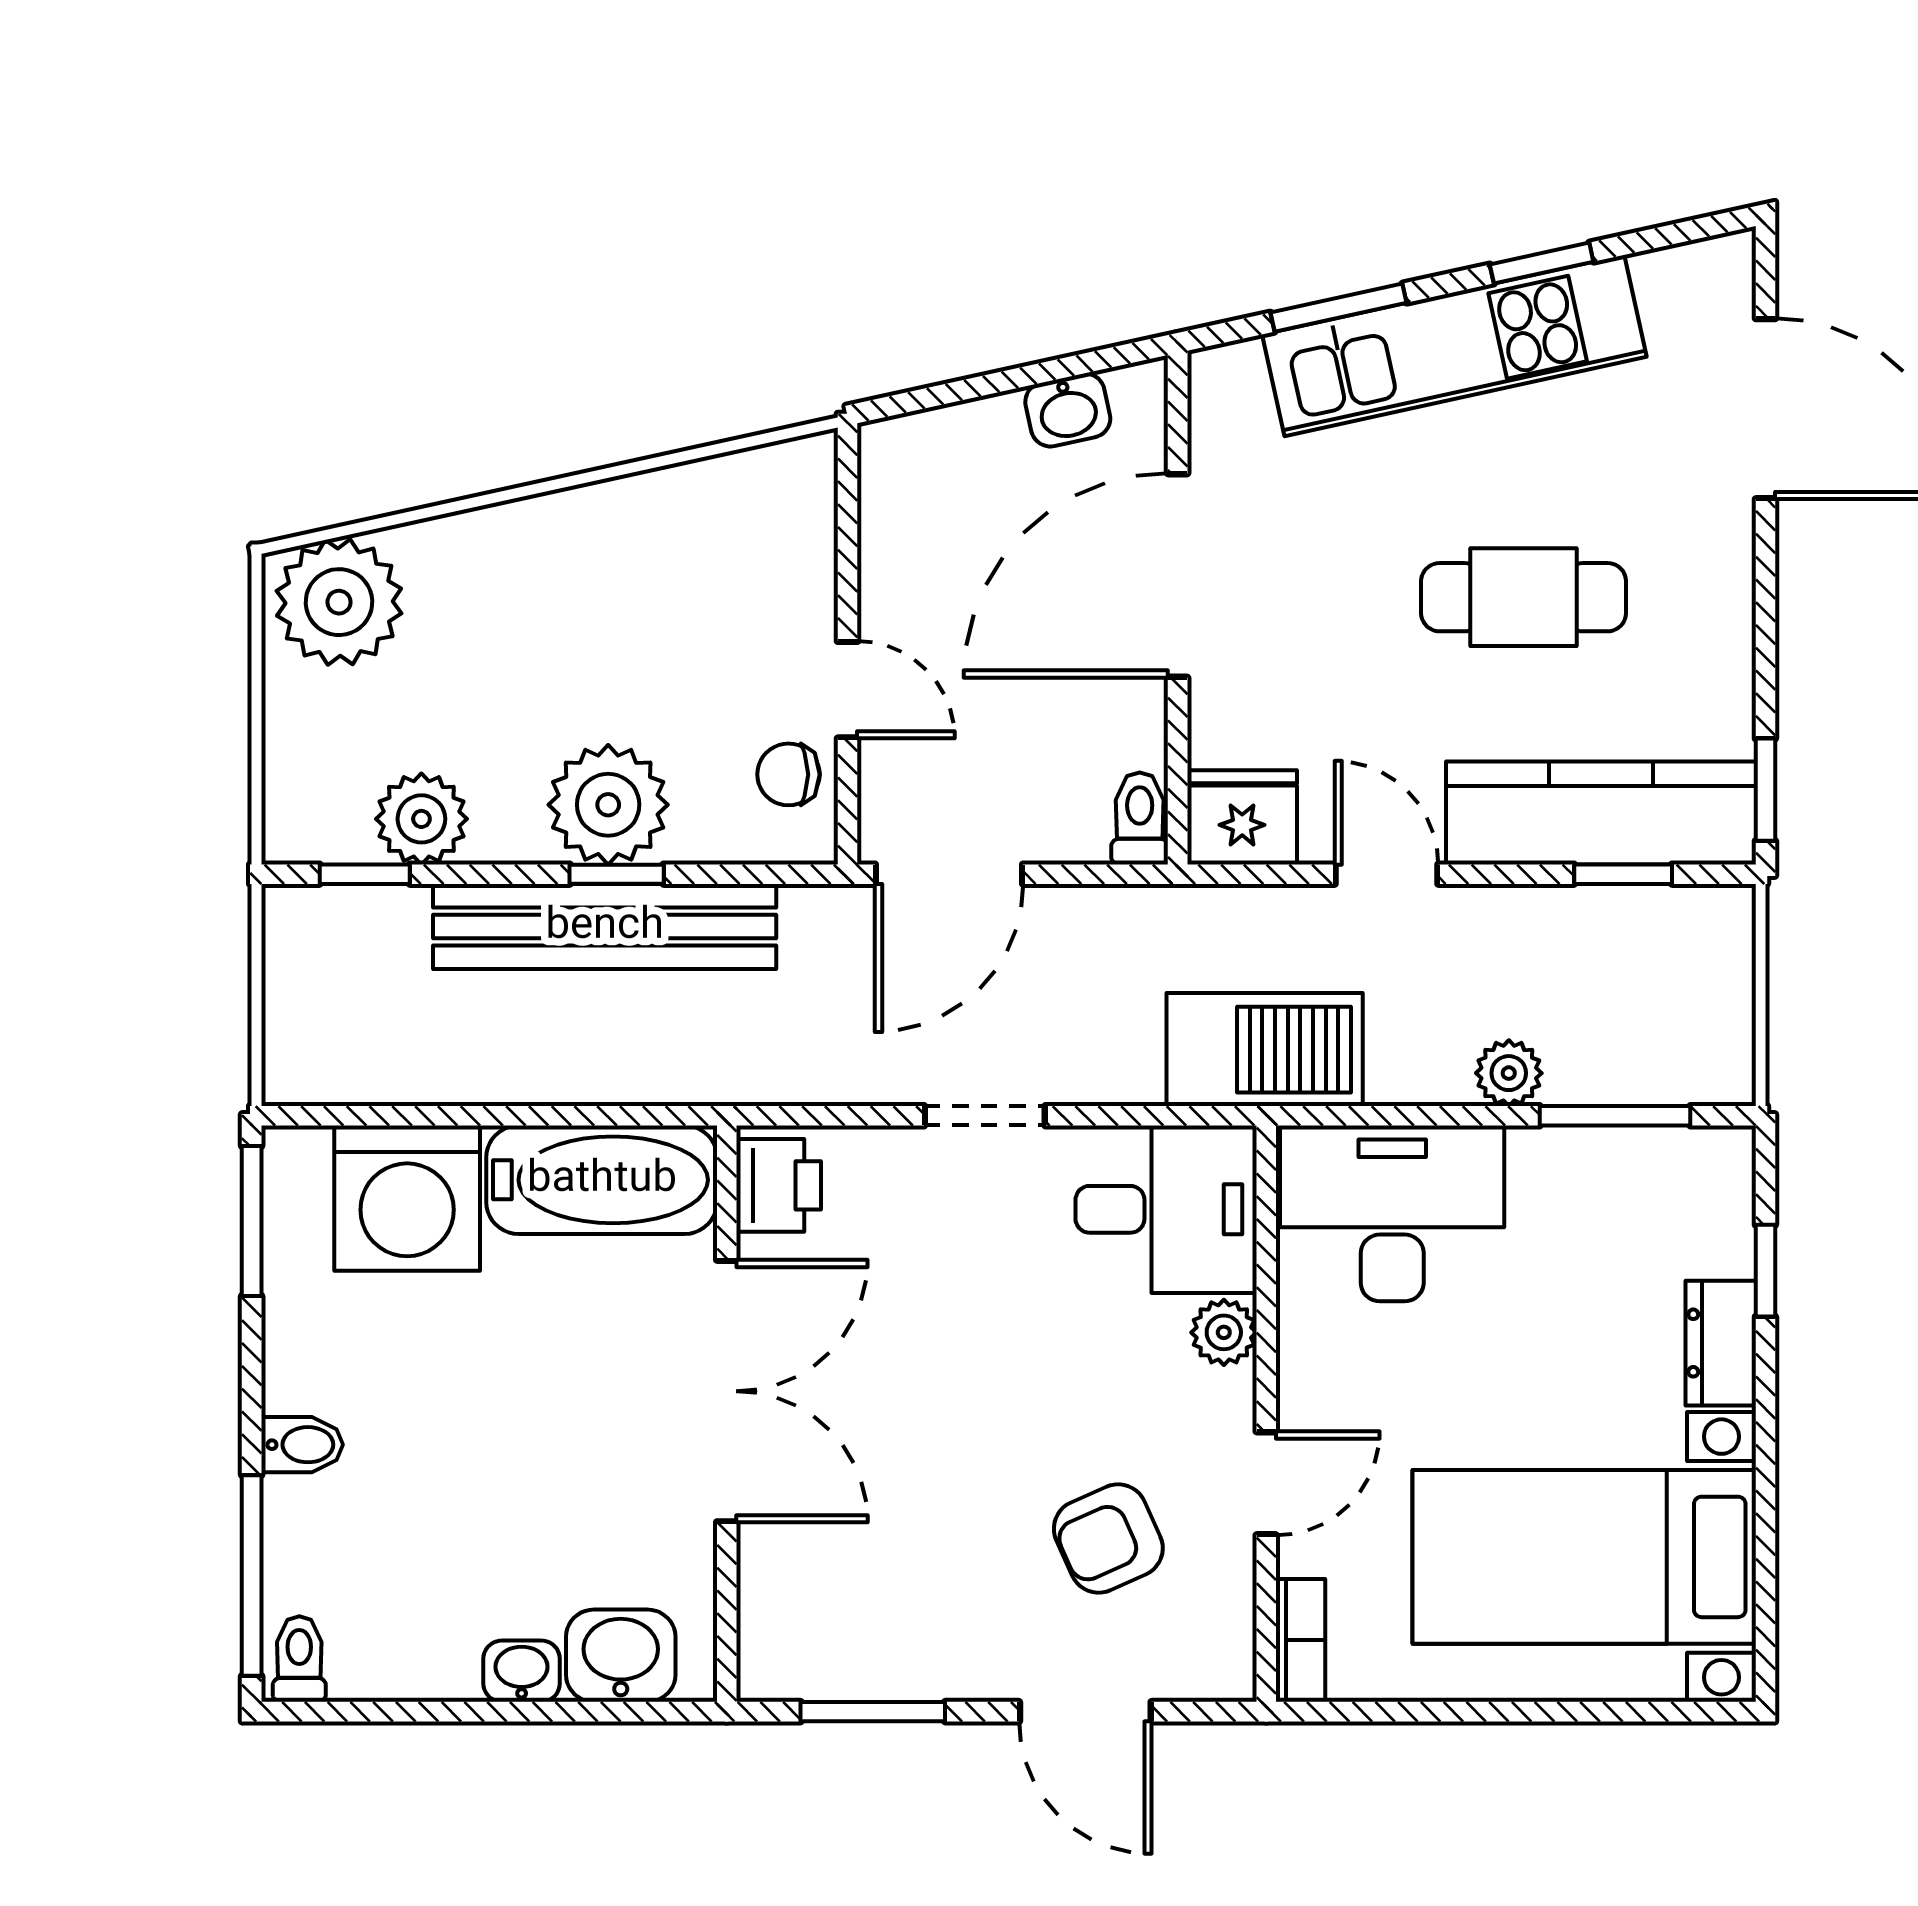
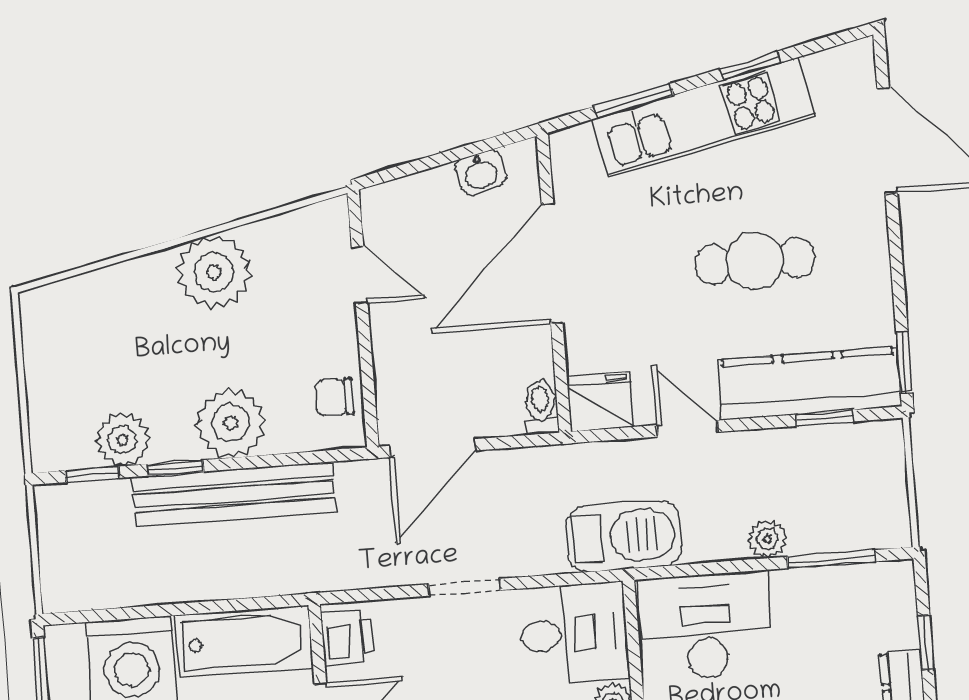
plant: (339, 602) -> (214, 272), moved
door: (847, 690) -> (360, 275), moved
window: (617, 874) -> (176, 468), moved

